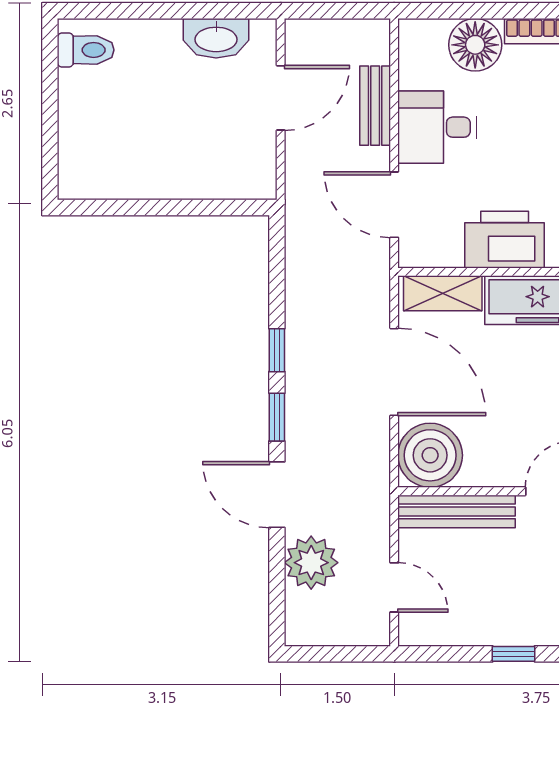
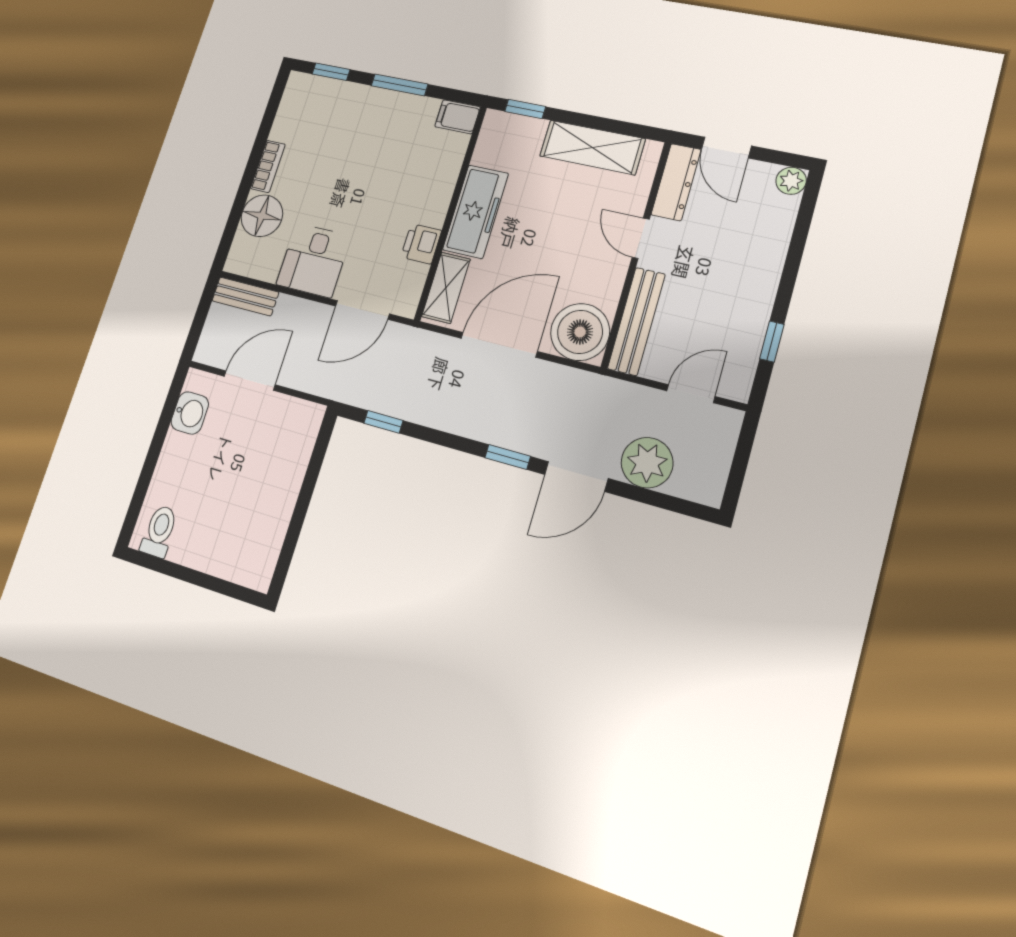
washbasin: (216, 38) -> (190, 413), width x0.72
door: (281, 98) -> (250, 381), hinge flipped
bench: (375, 106) -> (245, 296), moved
printer: (505, 240) -> (421, 244), width x0.53, depth x0.68
window: (277, 350) -> (383, 422), moved
window: (514, 654) -> (772, 342), moved

